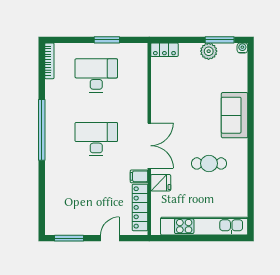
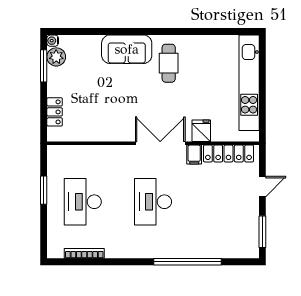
locker: (164, 50) -> (55, 112), moved
plant: (209, 51) -> (56, 57), moved
bookcase: (49, 61) -> (84, 253), moved
window: (42, 130) -> (187, 262), moved
cafe table: (209, 163) -> (169, 63), moved
door: (110, 238) -> (262, 187), swing flipped

